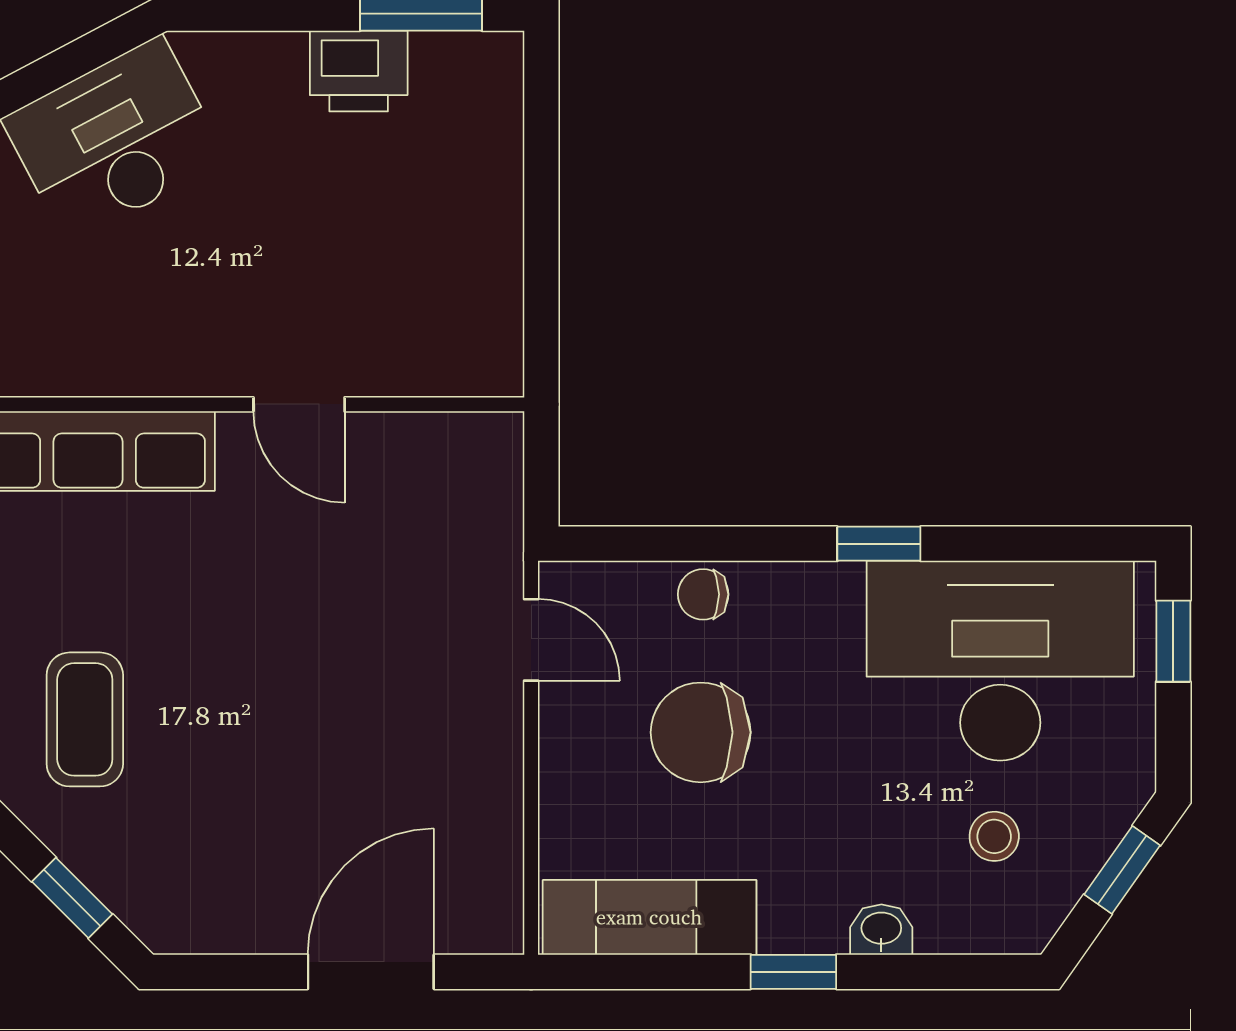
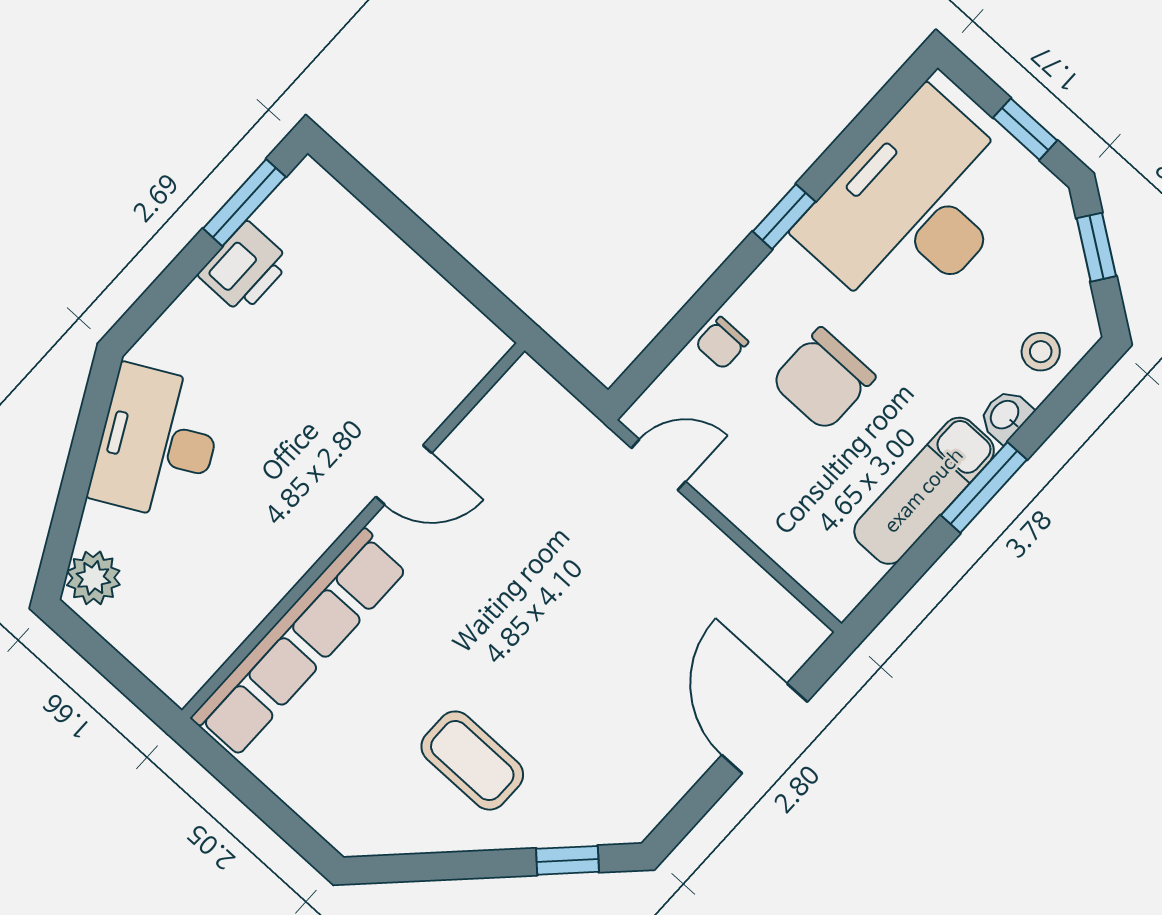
window: (1173, 641) -> (1025, 129), moved
chair: (701, 732) -> (823, 379), moved
stool: (994, 836) -> (1041, 352), moved
exam couch: (649, 917) -> (924, 491), moved
window: (793, 972) -> (984, 487), width x1.50

